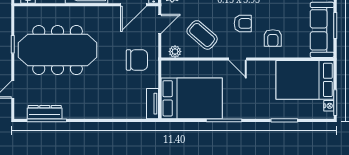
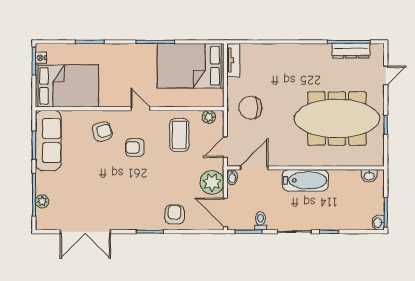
coffee table: (202, 35) -> (179, 135), turned 49
armchair: (273, 38) -> (102, 132), turned 73

